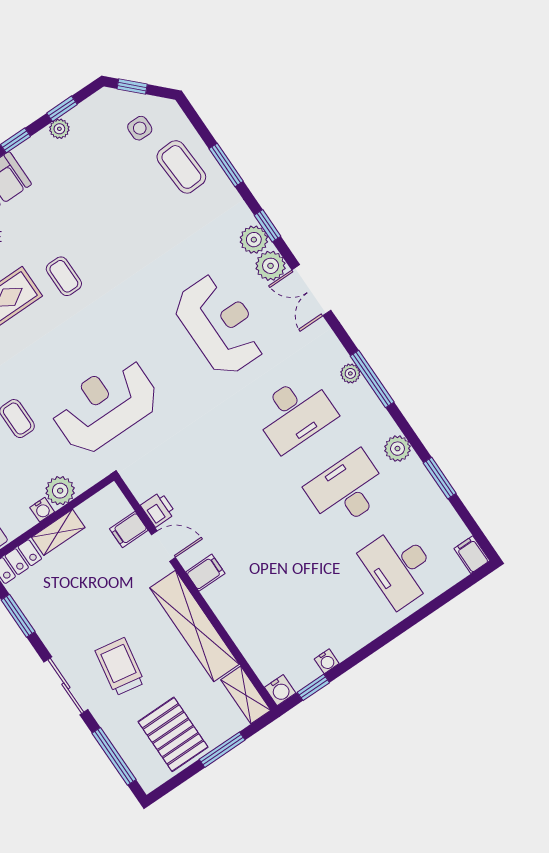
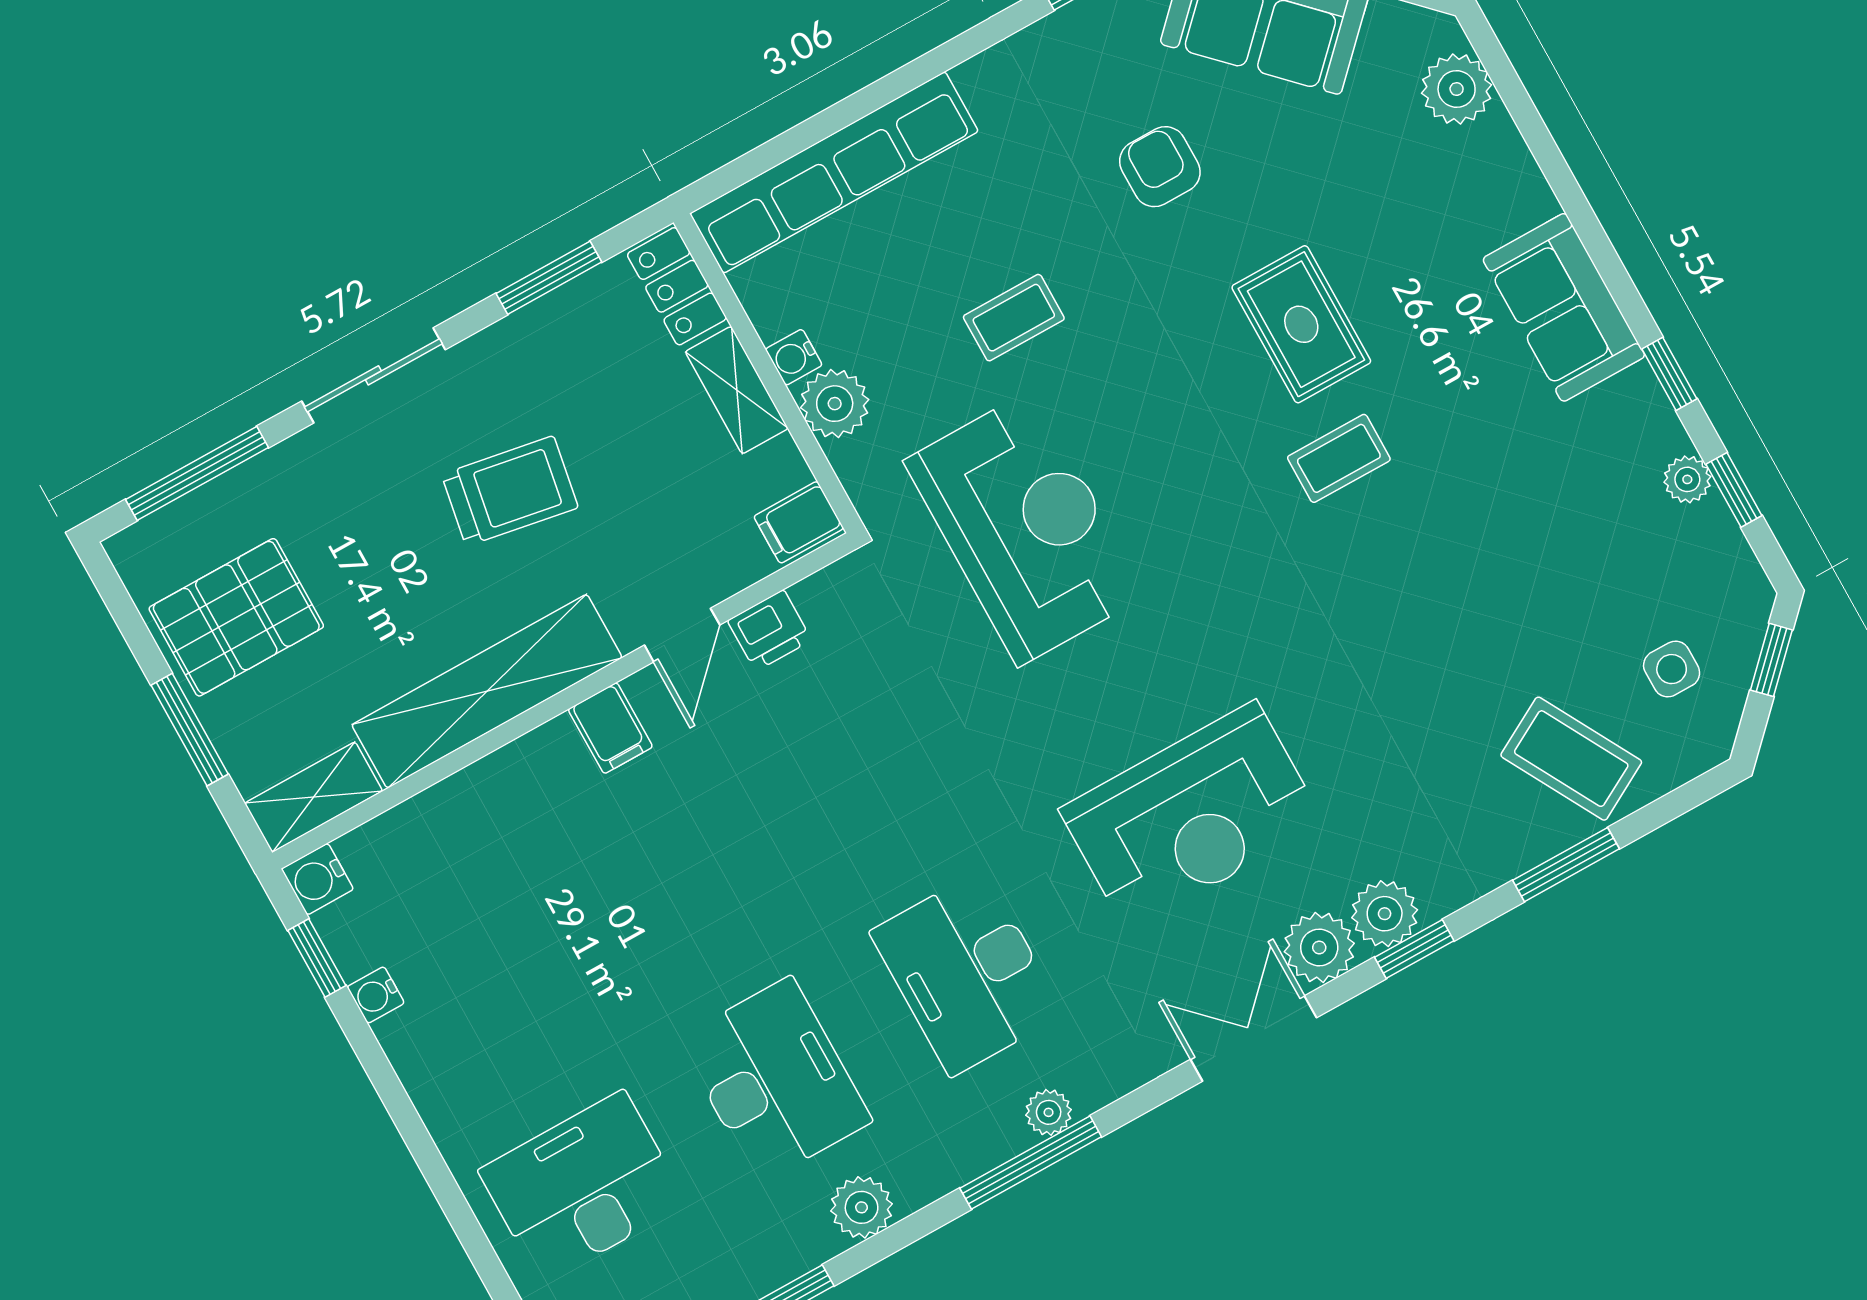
coffee table: (181, 167) -> (1571, 759), turned 64
filing cabinet: (129, 530) -> (799, 522), moved, turned -90
trolley: (120, 667) -> (510, 491), moved

